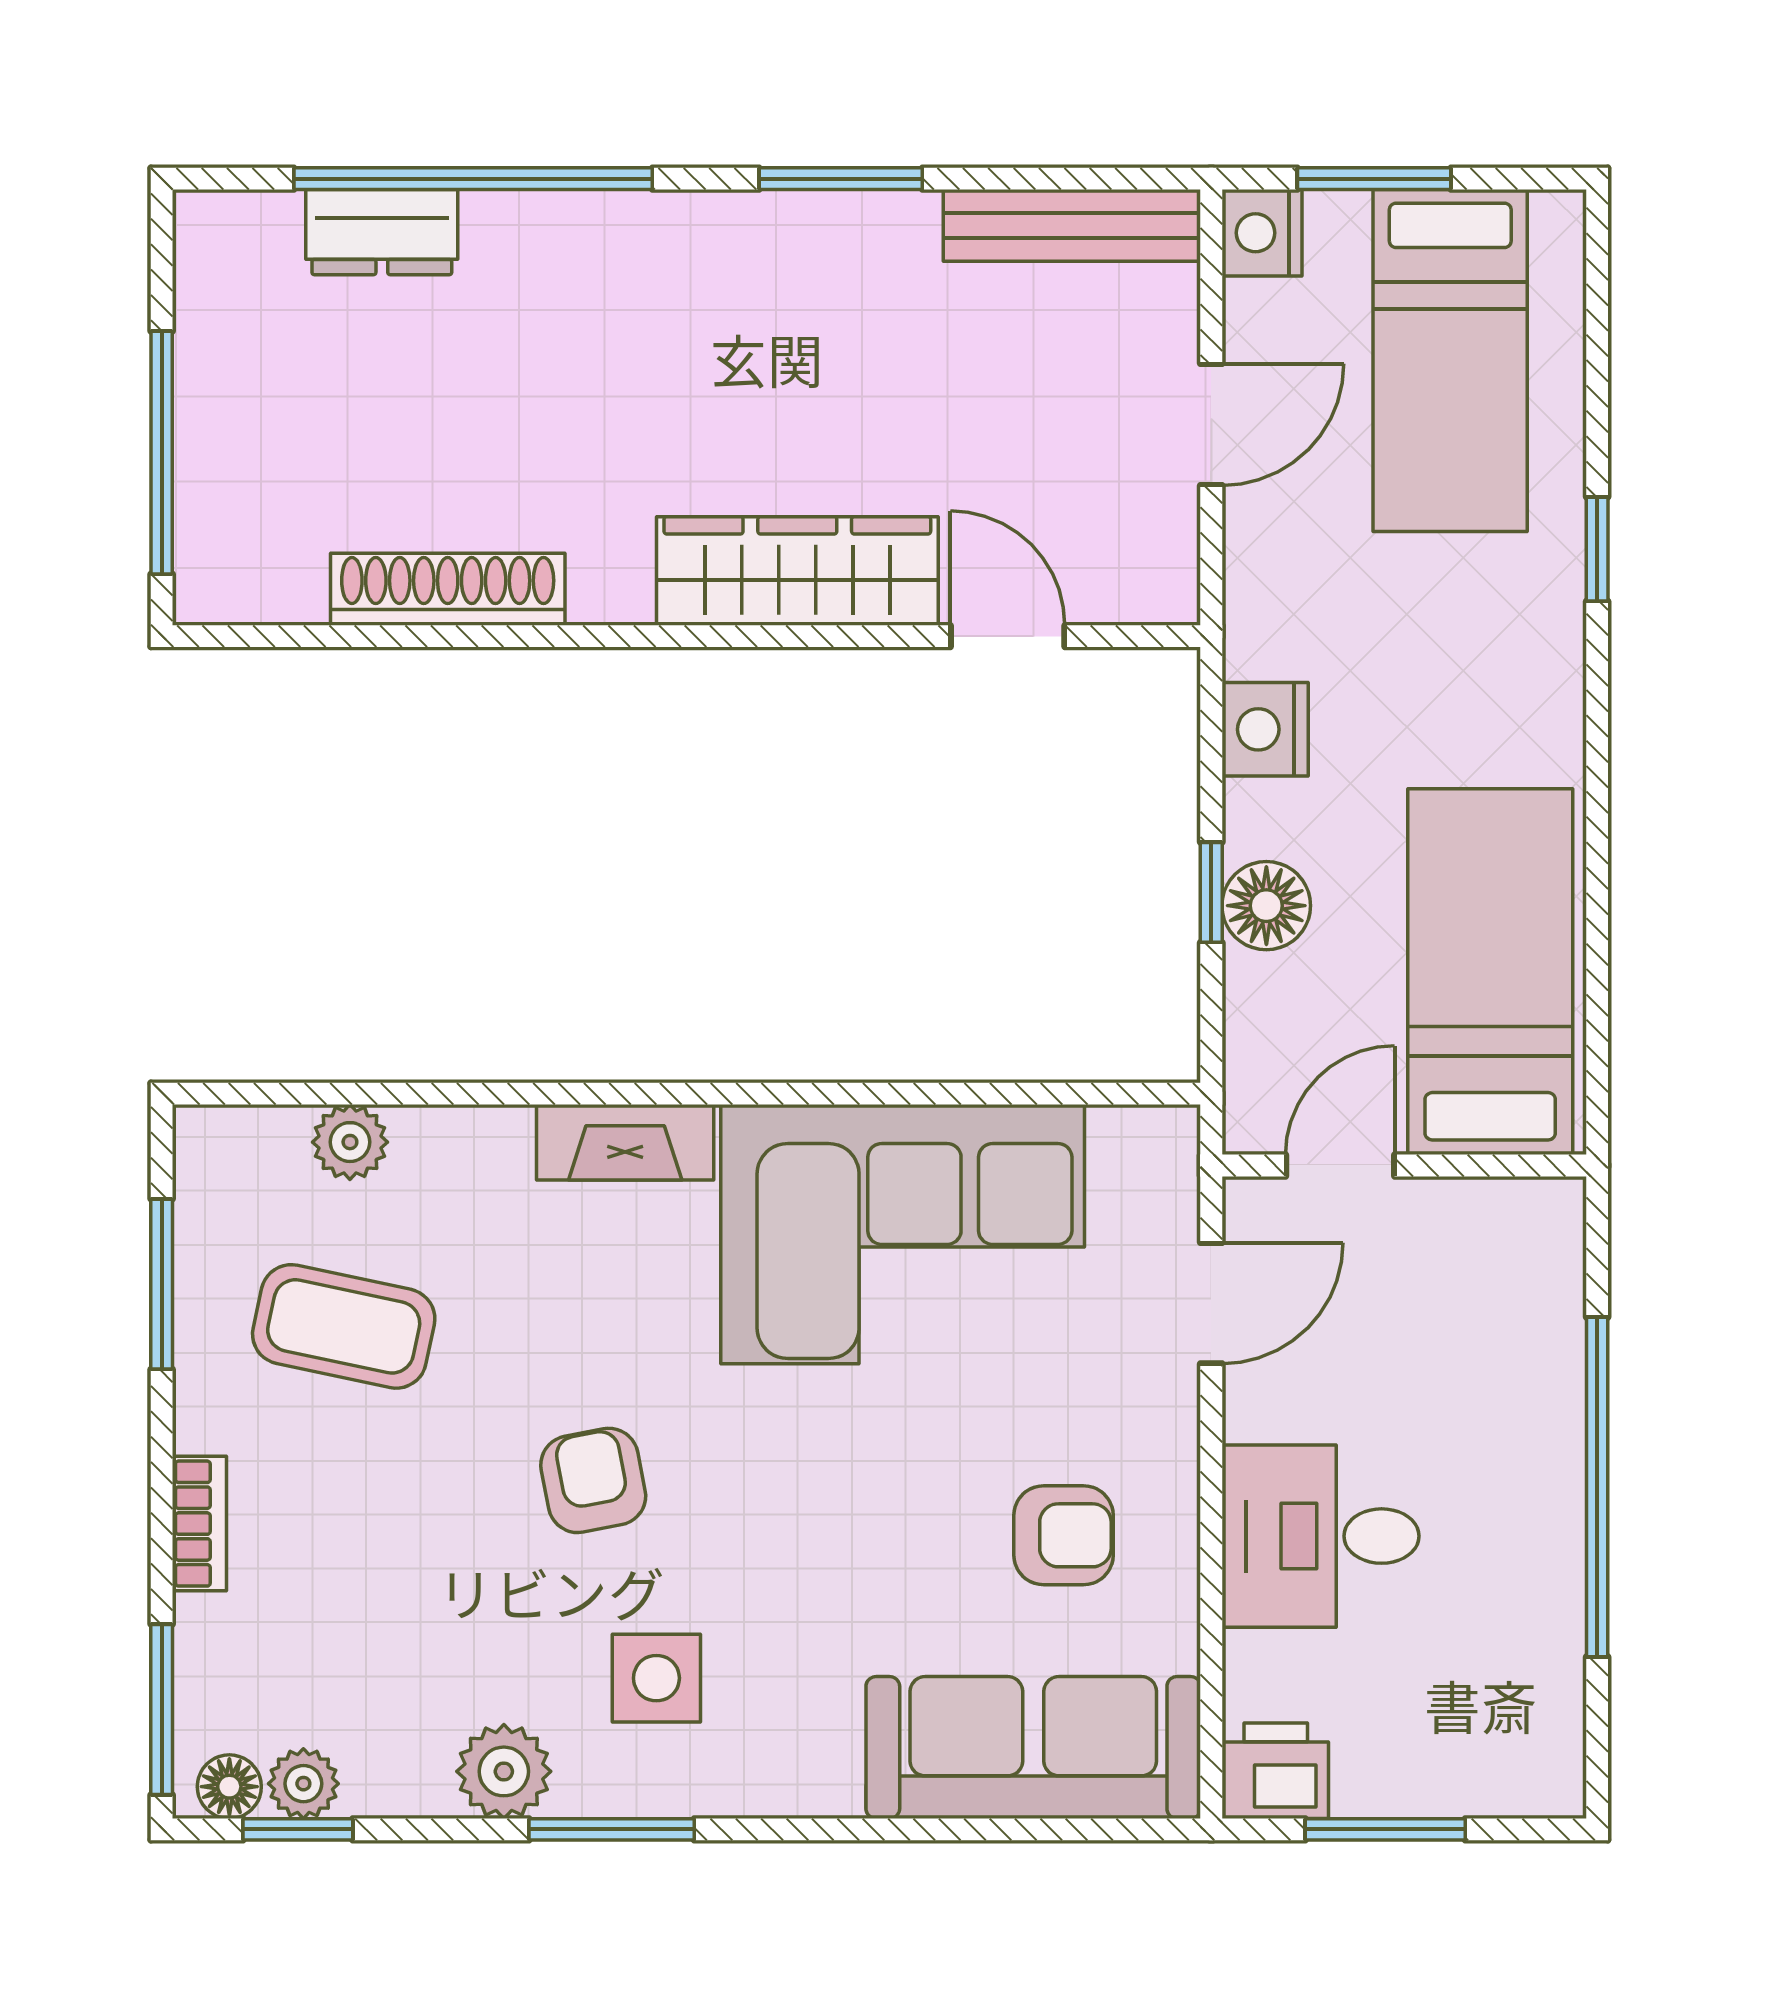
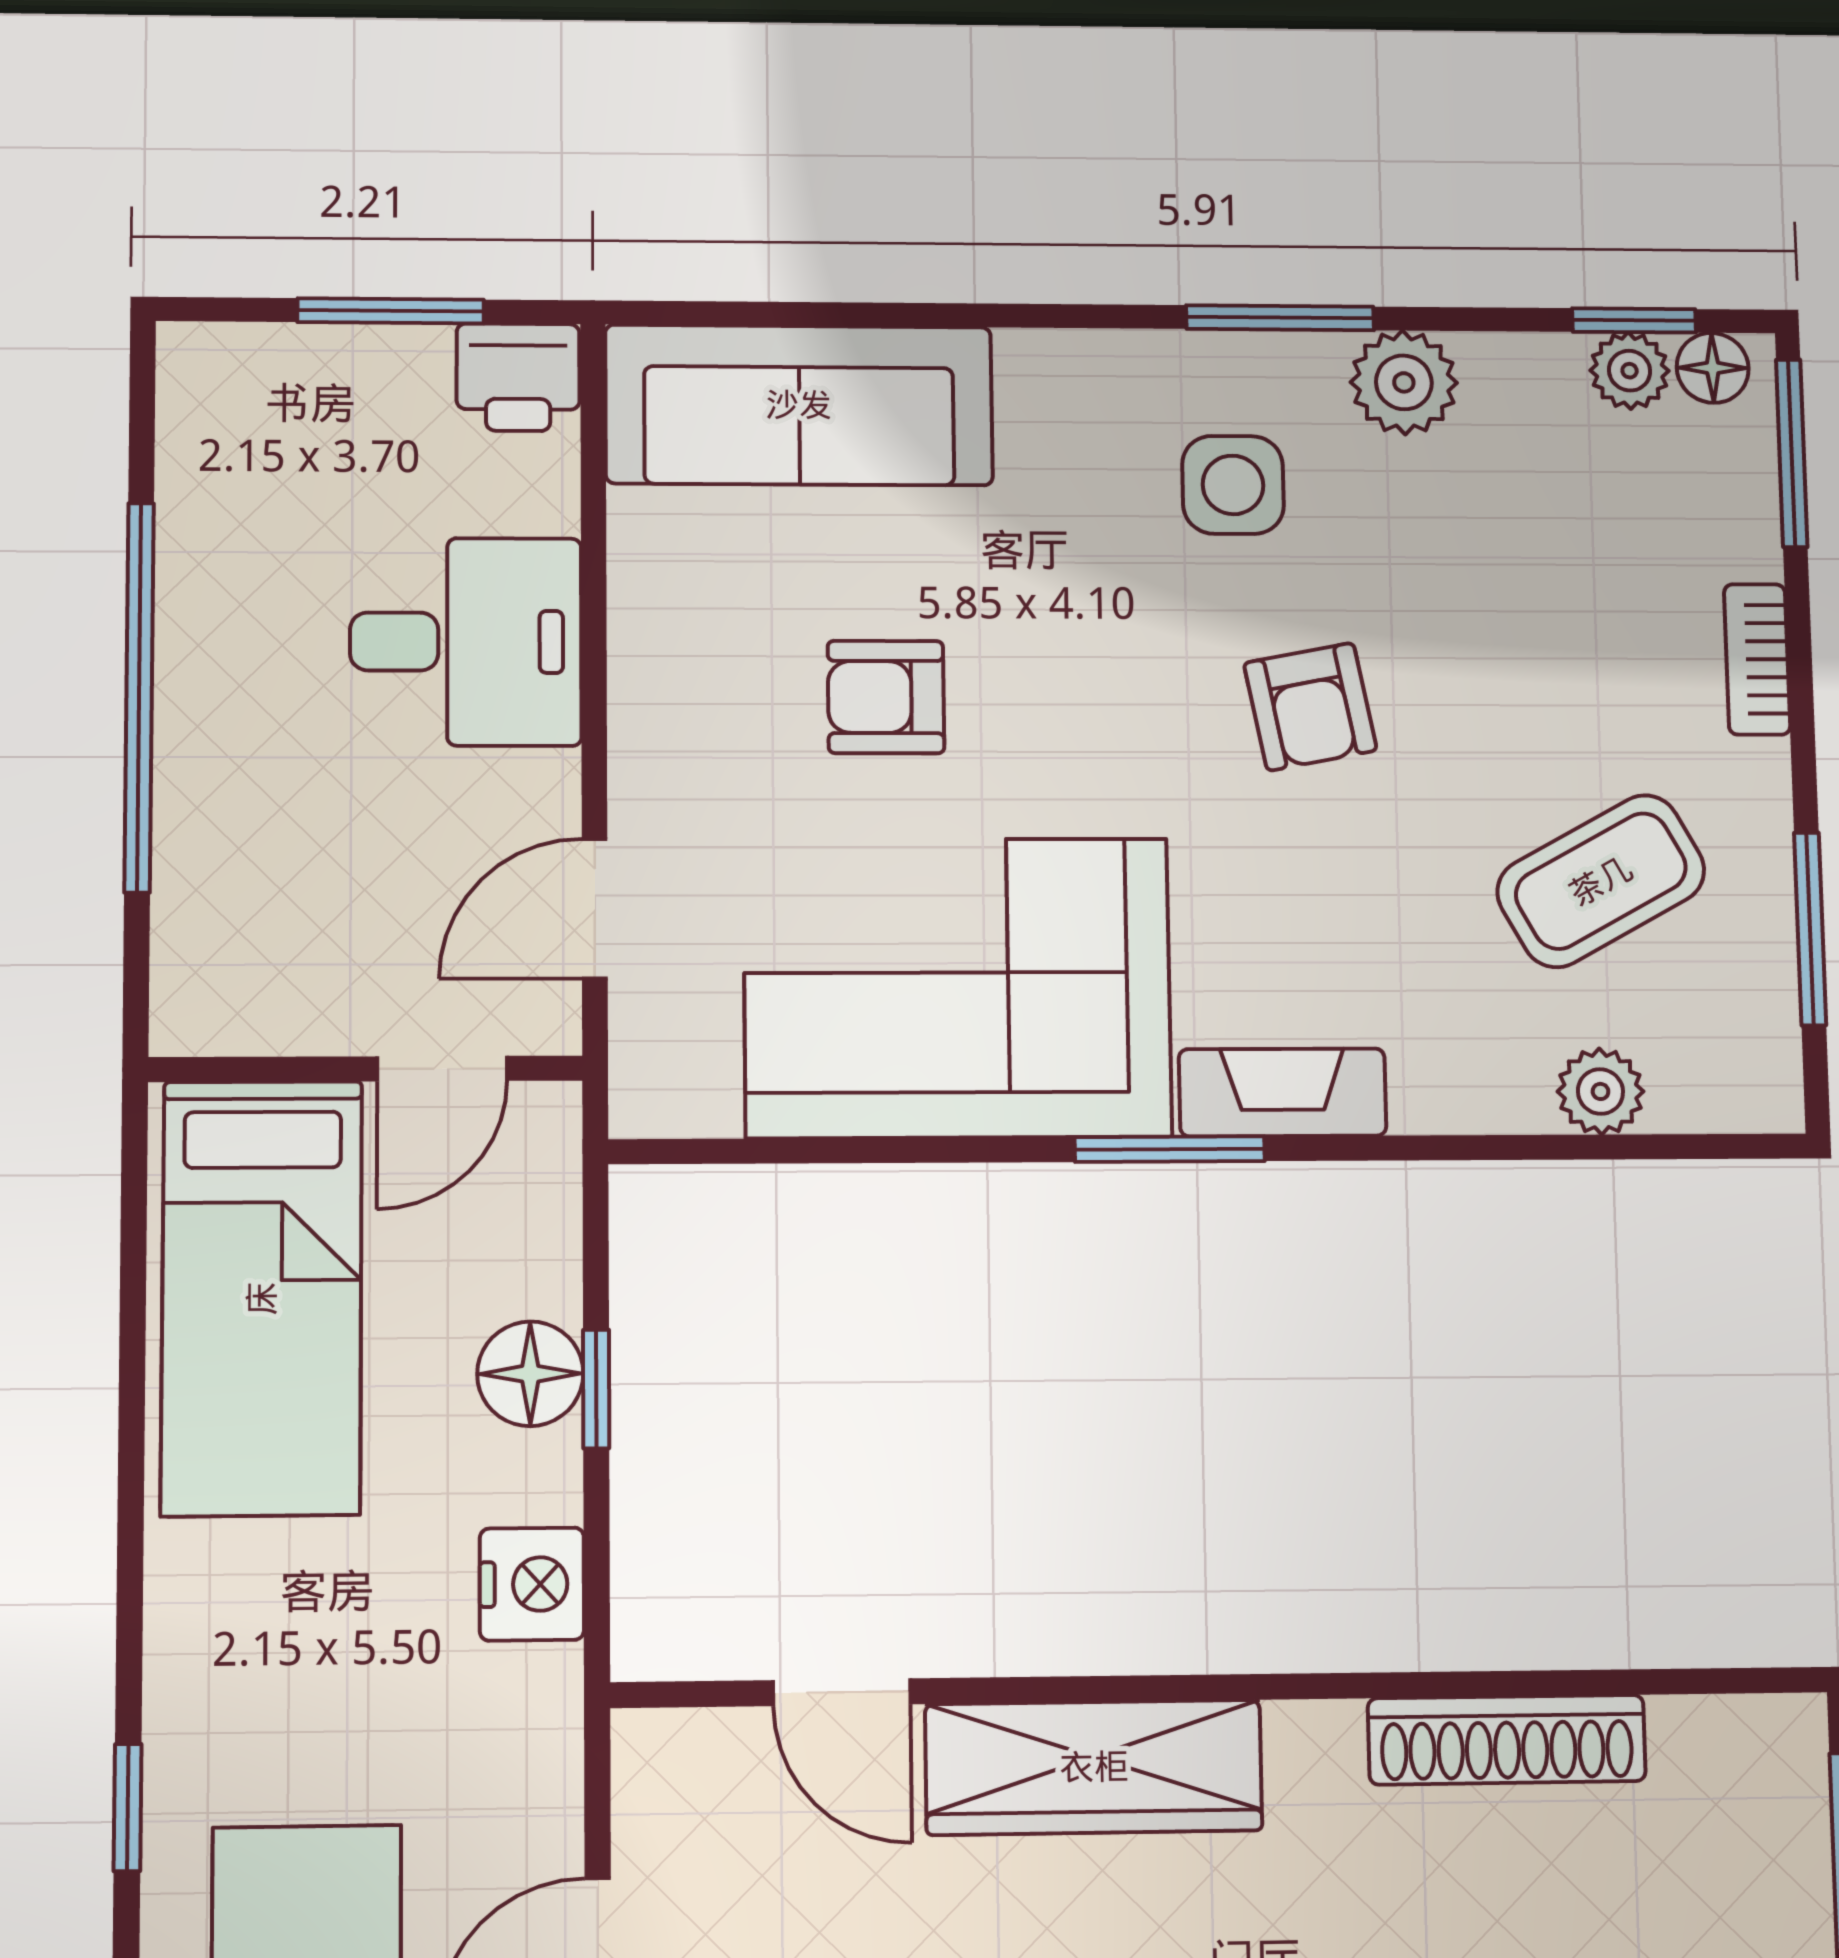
window: (723, 1094) -> (1170, 1149), added
coffee table: (344, 1326) -> (1601, 881), turned -41
armchair: (1064, 1535) -> (886, 697), moved

